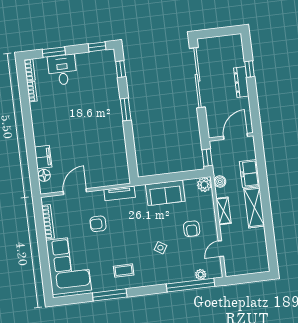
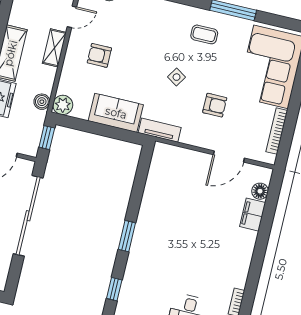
sliding door: (197, 78) -> (28, 216), moved
tv unit: (120, 193) -> (160, 130), moved
shelving: (224, 211) -> (54, 48), moved
armchair: (192, 229) -> (99, 55), turned -90
side table: (160, 248) -> (177, 77), moved

